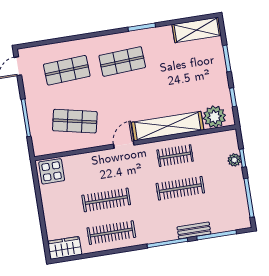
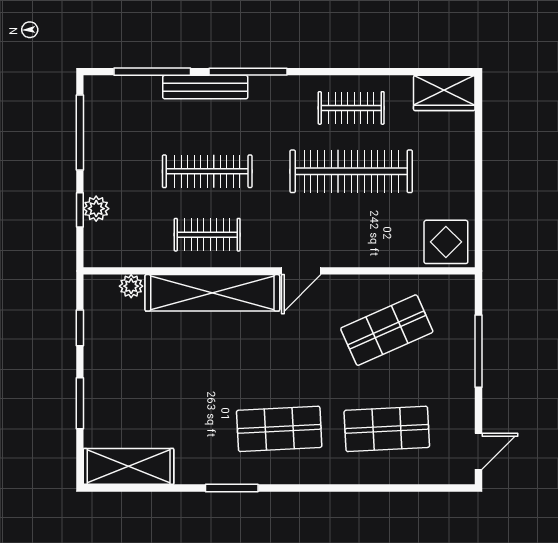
plant: (214, 117) -> (131, 286), width x0.53, depth x0.53
shop shelf: (75, 121) -> (387, 330), turned -36
clothes rail: (106, 200) -> (351, 171), width x1.37, depth x1.31
bench: (194, 230) -> (205, 87), width x1.36
clothes rail: (111, 233) -> (351, 108), width x0.73

